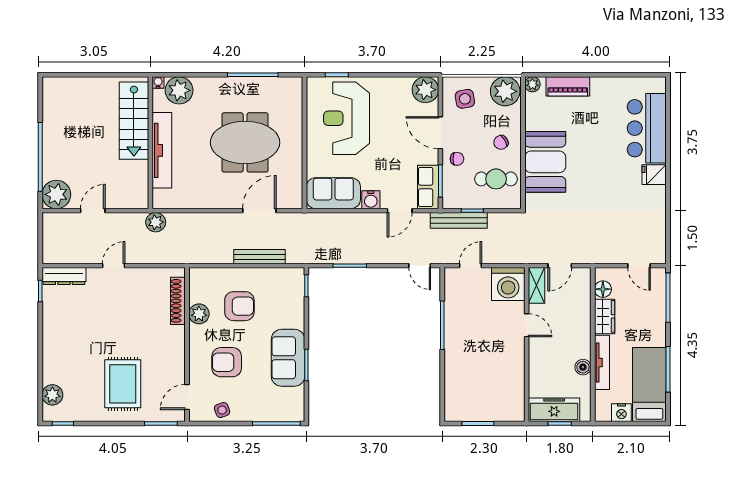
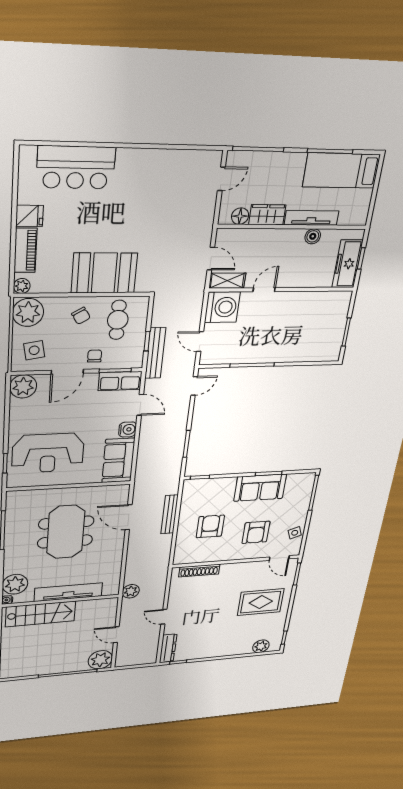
fridge: (654, 175) -> (29, 216), moved, turned -90
plant: (199, 314) -> (212, 555), removed
nightstand: (621, 413) -> (363, 199), removed

